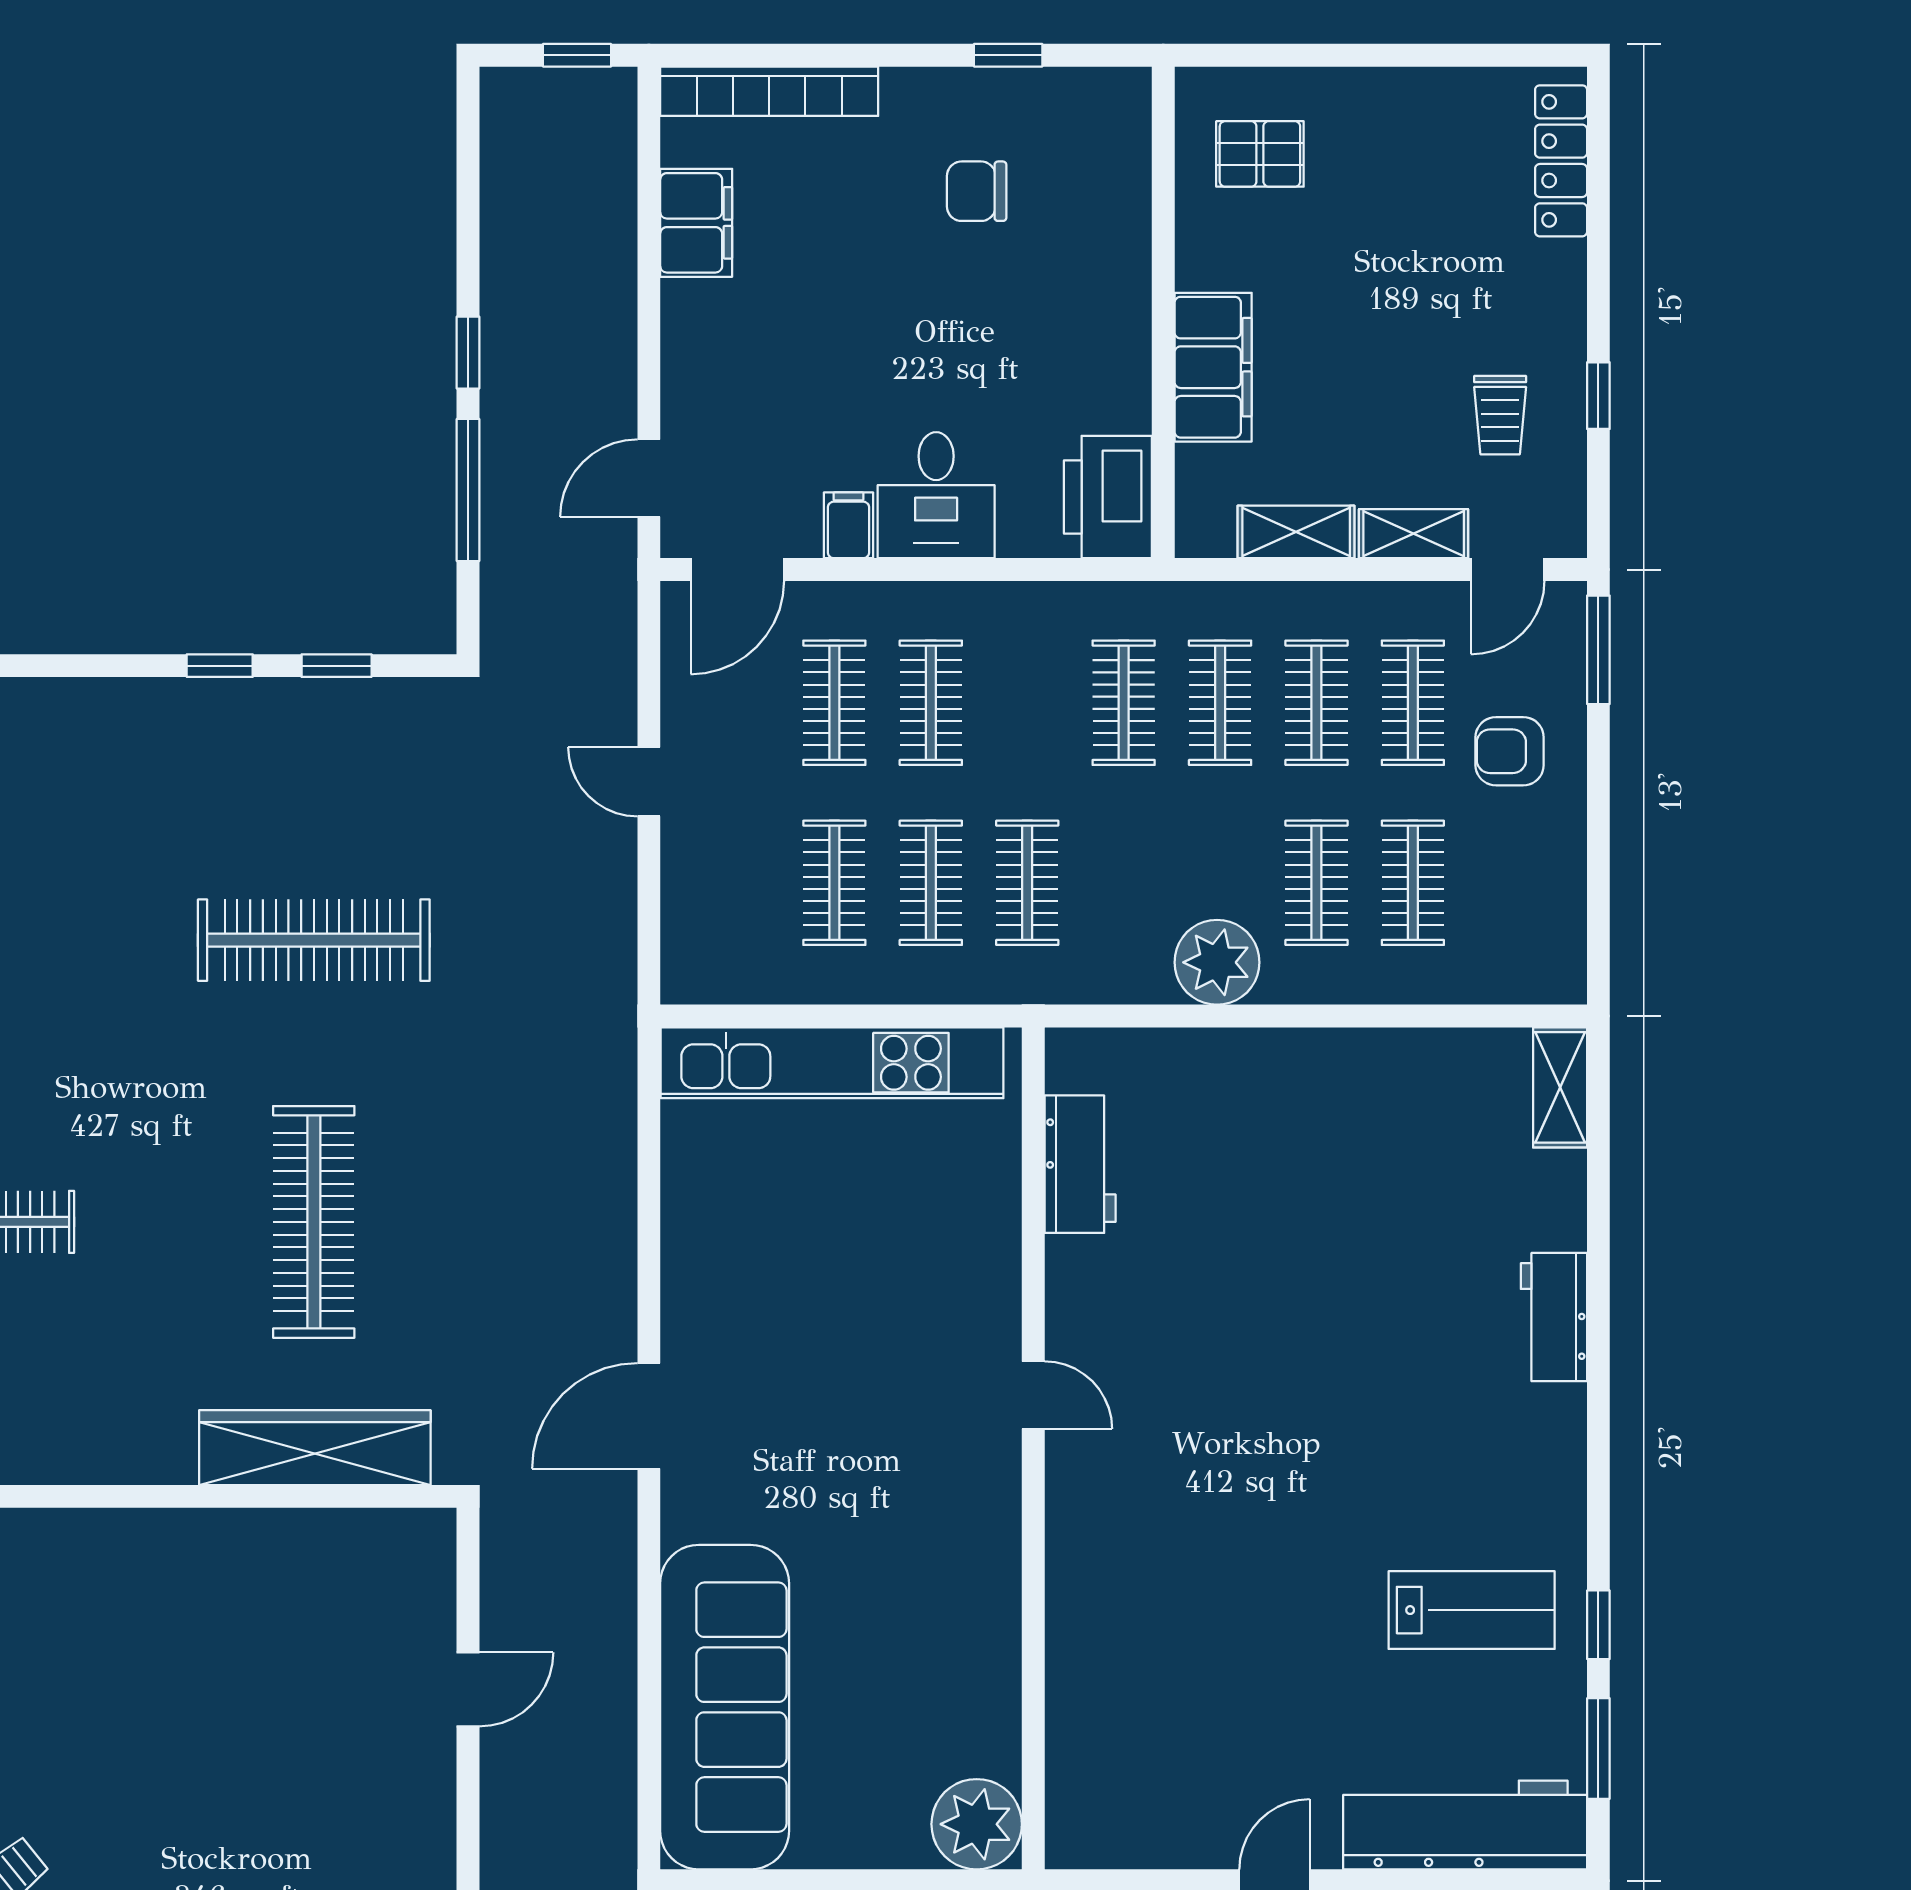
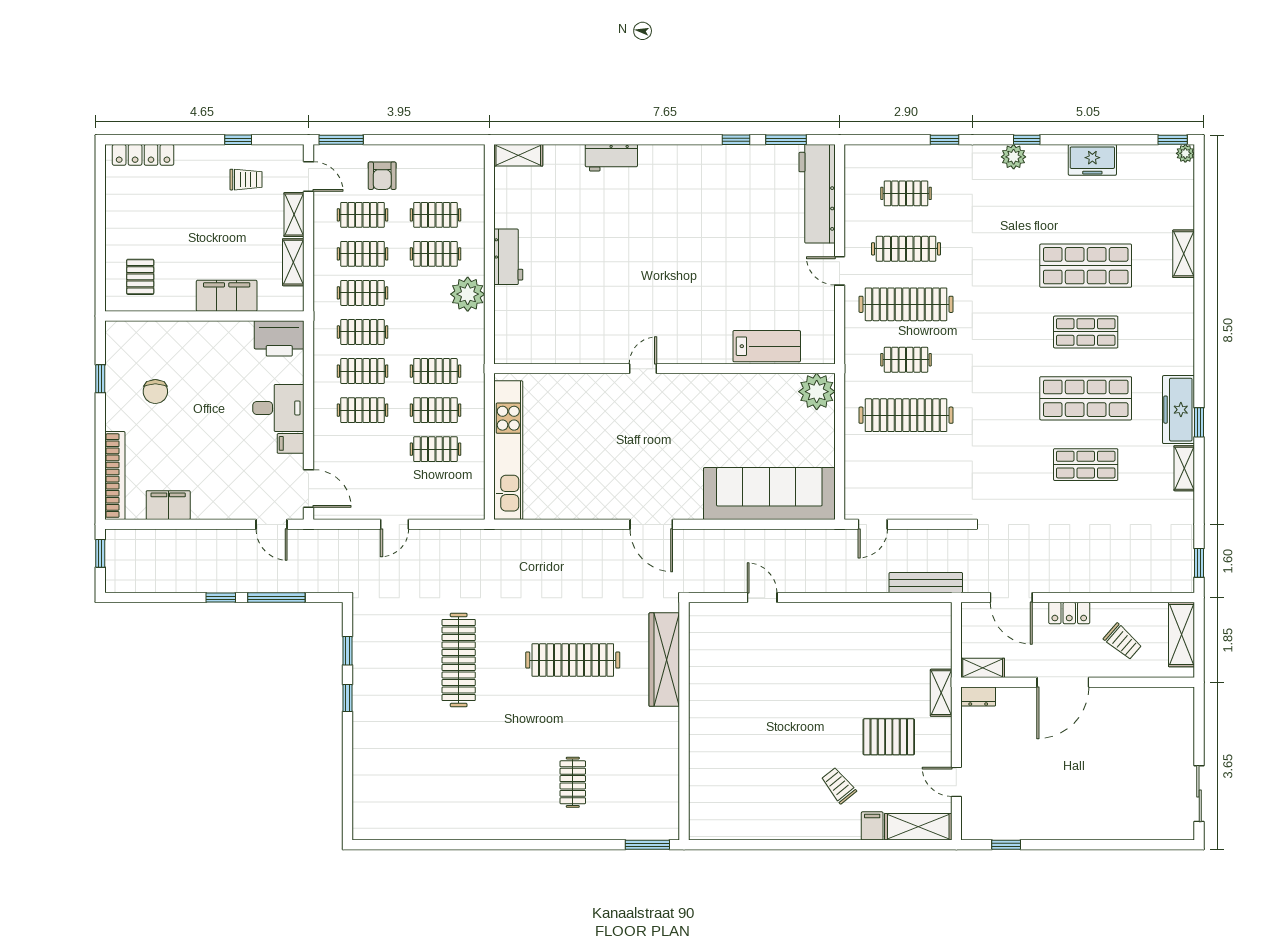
clothes rail: (834, 703) -> (363, 371), moved
workbench: (1080, 1164) -> (508, 257), moved, turned 90
lab bench: (1472, 1610) -> (767, 346), moved, turned 90

